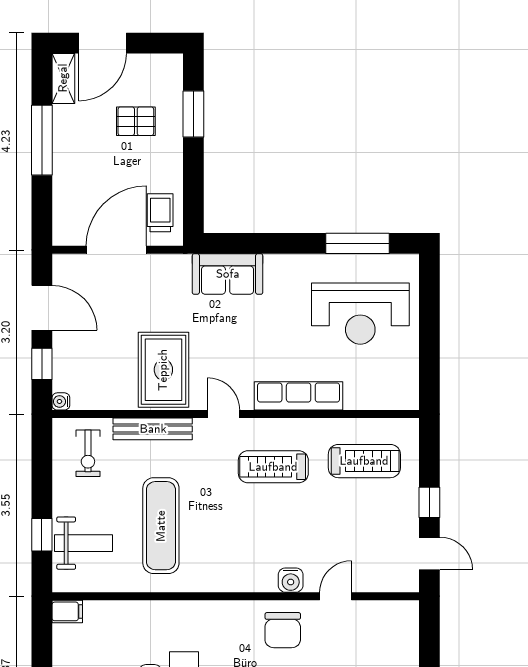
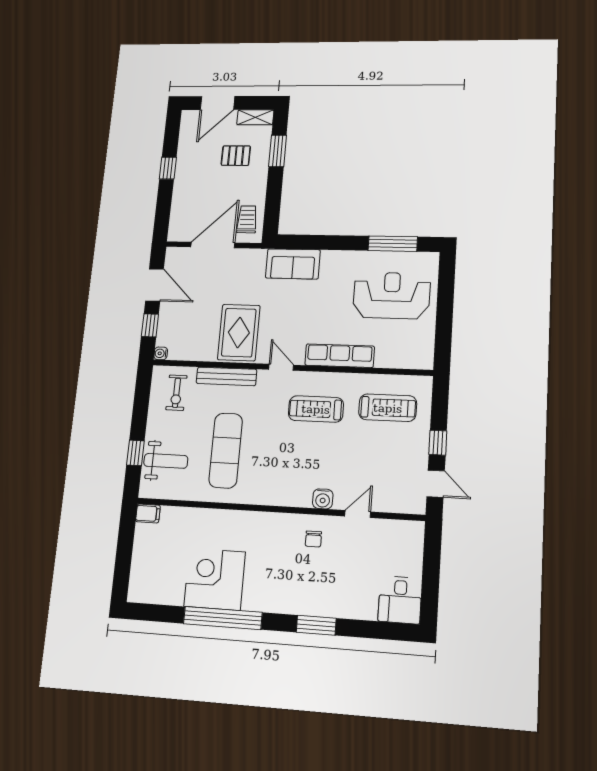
shelving: (63, 78) -> (255, 117), moved, turned 90
window: (42, 140) -> (168, 168), width x0.46
reception desk: (360, 314) -> (392, 295), turned 180
chair: (283, 630) -> (313, 539), width x0.54, depth x0.54

